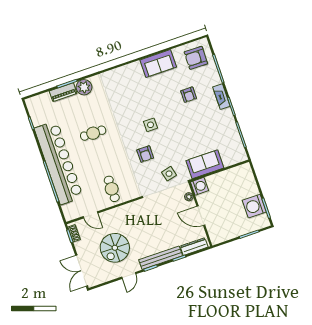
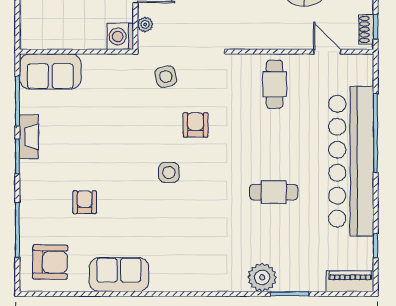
piano: (63, 92) -> (350, 281), moved
fireplace: (221, 97) -> (29, 137), moved
sofa: (205, 164) -> (50, 71), moved

